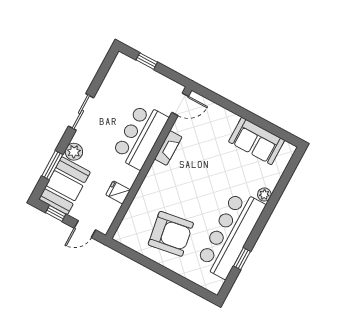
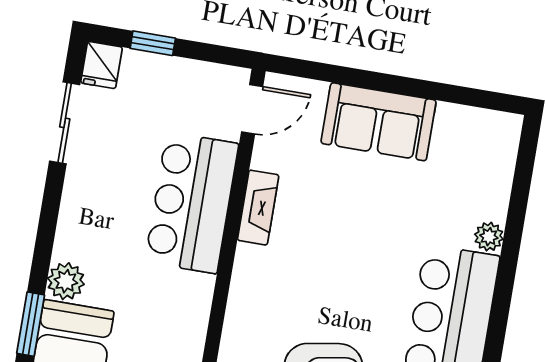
sliding door: (81, 112) -> (65, 123), moved
sofa: (257, 141) -> (379, 122), moved
fridge: (118, 192) -> (101, 65), moved, turned -90

